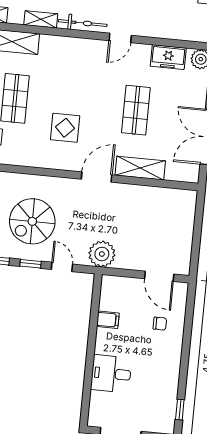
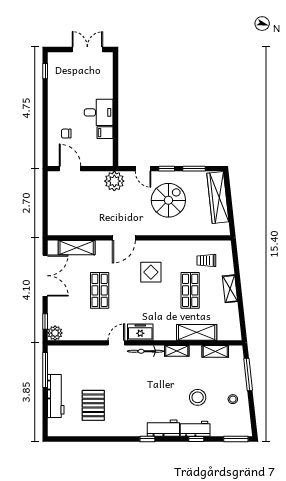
freezer: (168, 57) -> (140, 332), moved
shelving: (140, 168) -> (77, 248), moved
desk: (111, 374) -> (99, 112), moved

